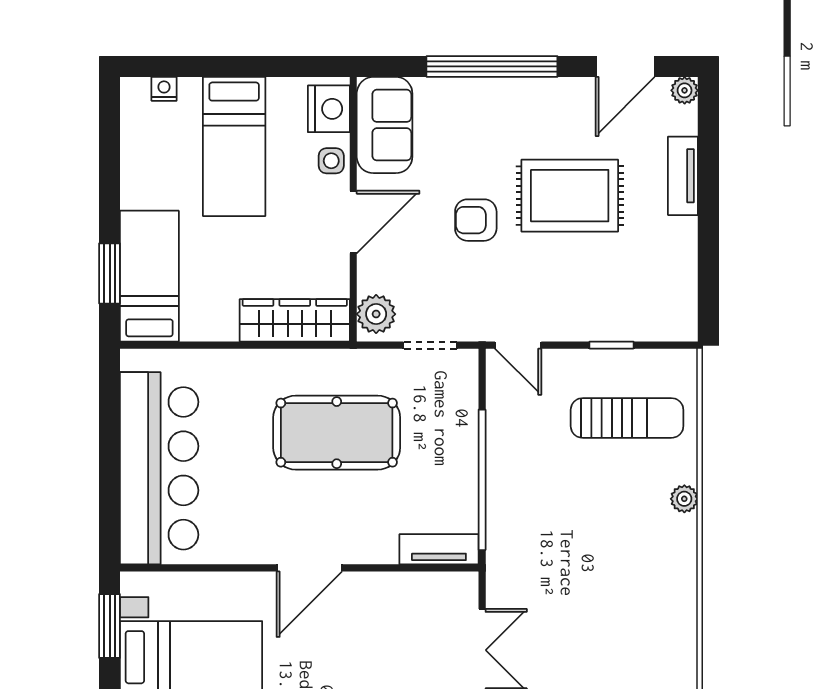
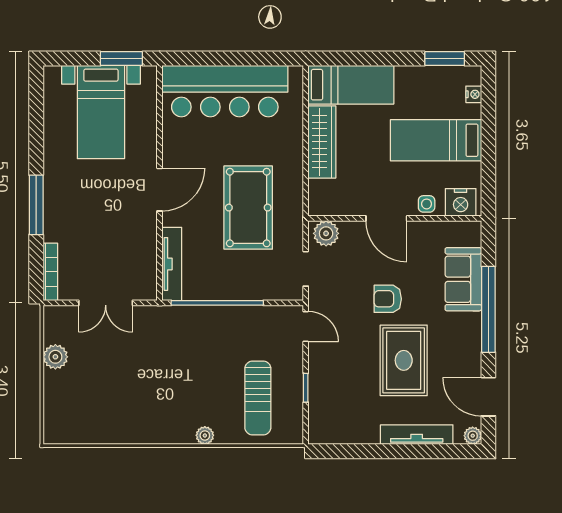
sofa: (385, 125) -> (463, 279), moved, turned 90
tv unit: (683, 176) -> (417, 435), width x1.41
armchair: (476, 220) -> (388, 299), turned -90
window: (110, 273) -> (445, 59), moved
wardrobe: (295, 320) -> (322, 142), moved
door: (518, 345) -> (306, 327), swing flipped
tv unit: (439, 549) -> (172, 264), width x1.41
door: (309, 568) -> (160, 190), swing flipped

